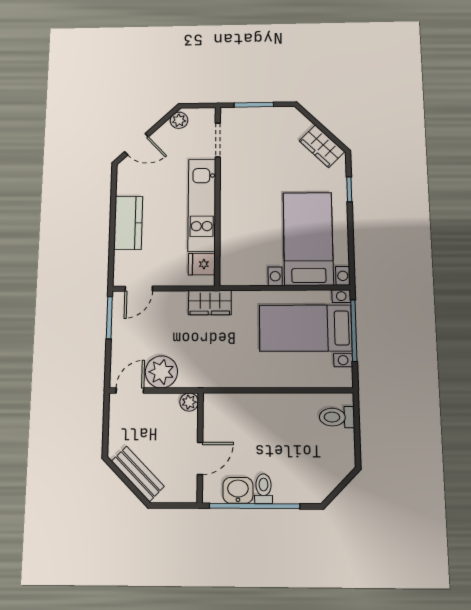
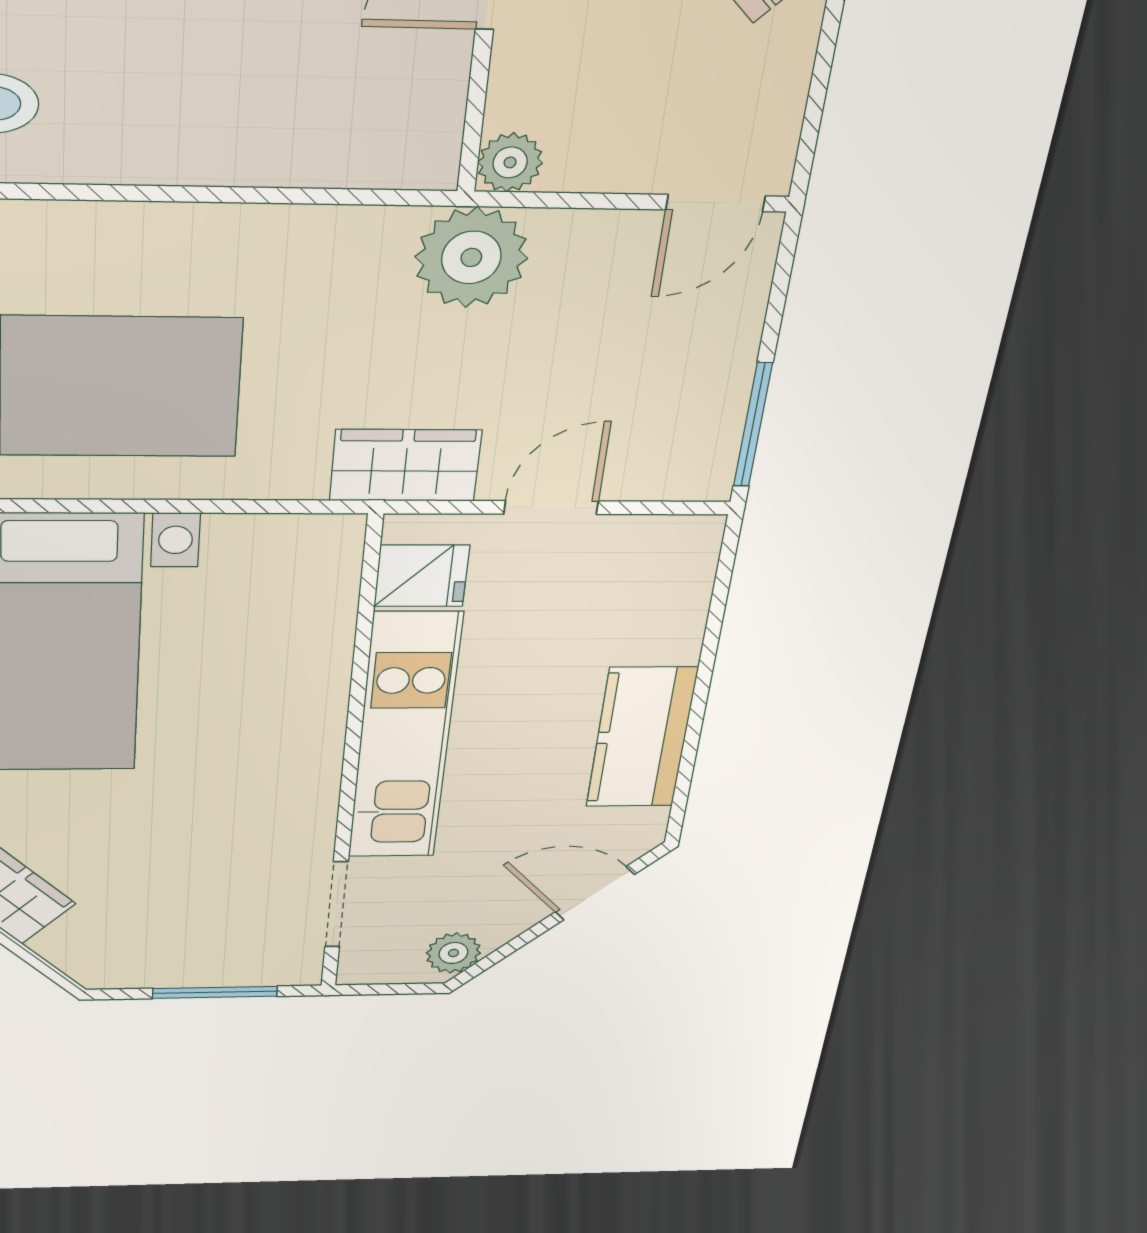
kitchen counter: (128, 223) -> (642, 738), moved
door: (139, 289) -> (551, 507), moved
plant: (161, 372) -> (471, 257), moved

